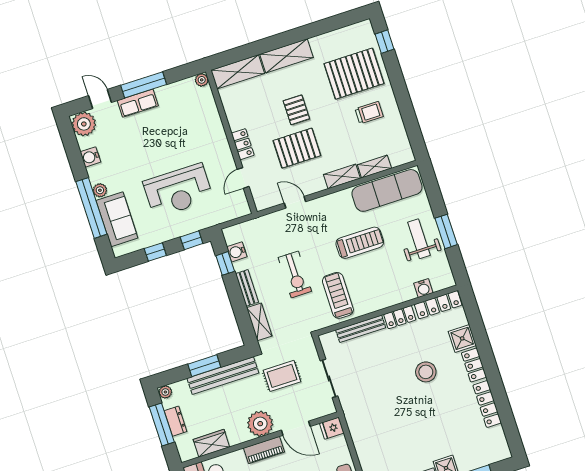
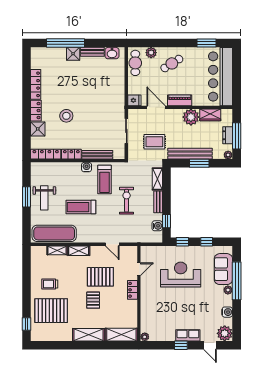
window: (144, 85) -> (181, 345), width x0.46
water cooler: (423, 288) -> (87, 167), moved
plant: (260, 424) -> (191, 117), moved

